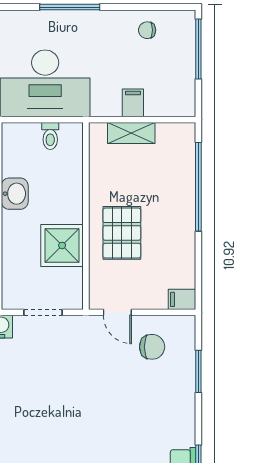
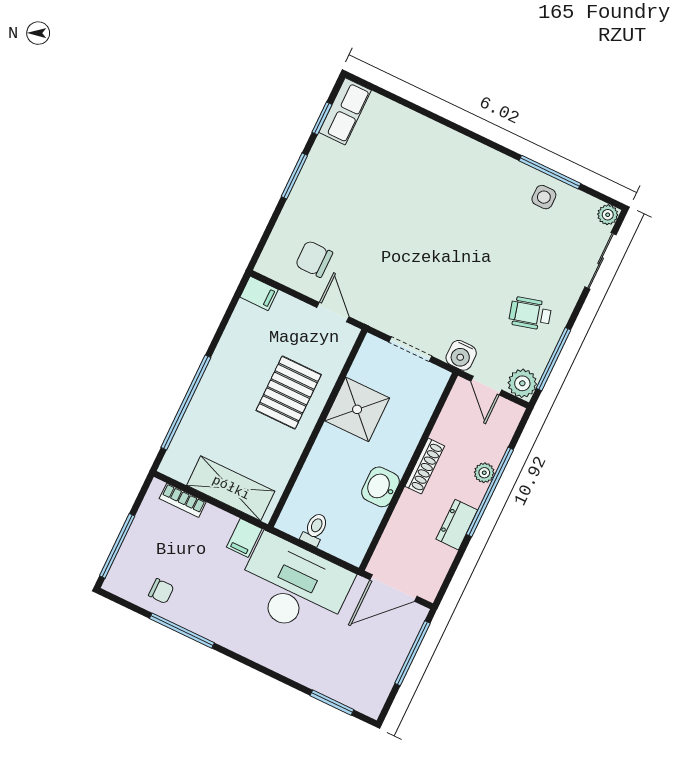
window: (70, 7) -> (182, 631), moved
filing cabinet: (133, 103) -> (244, 538), moved
bookcase: (164, 109) -> (183, 500), added
shelving: (131, 133) -> (231, 488), width x1.50, depth x1.33
window: (198, 371) -> (294, 176), moved

